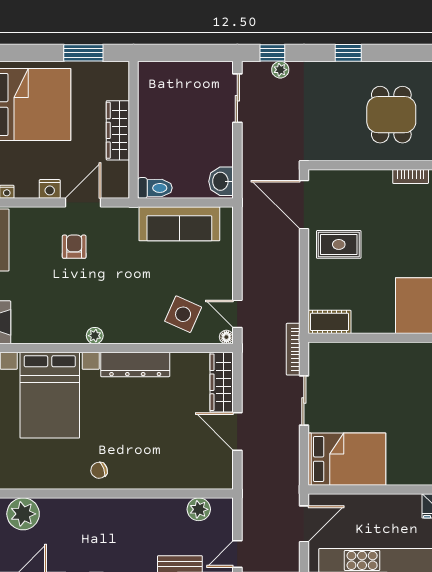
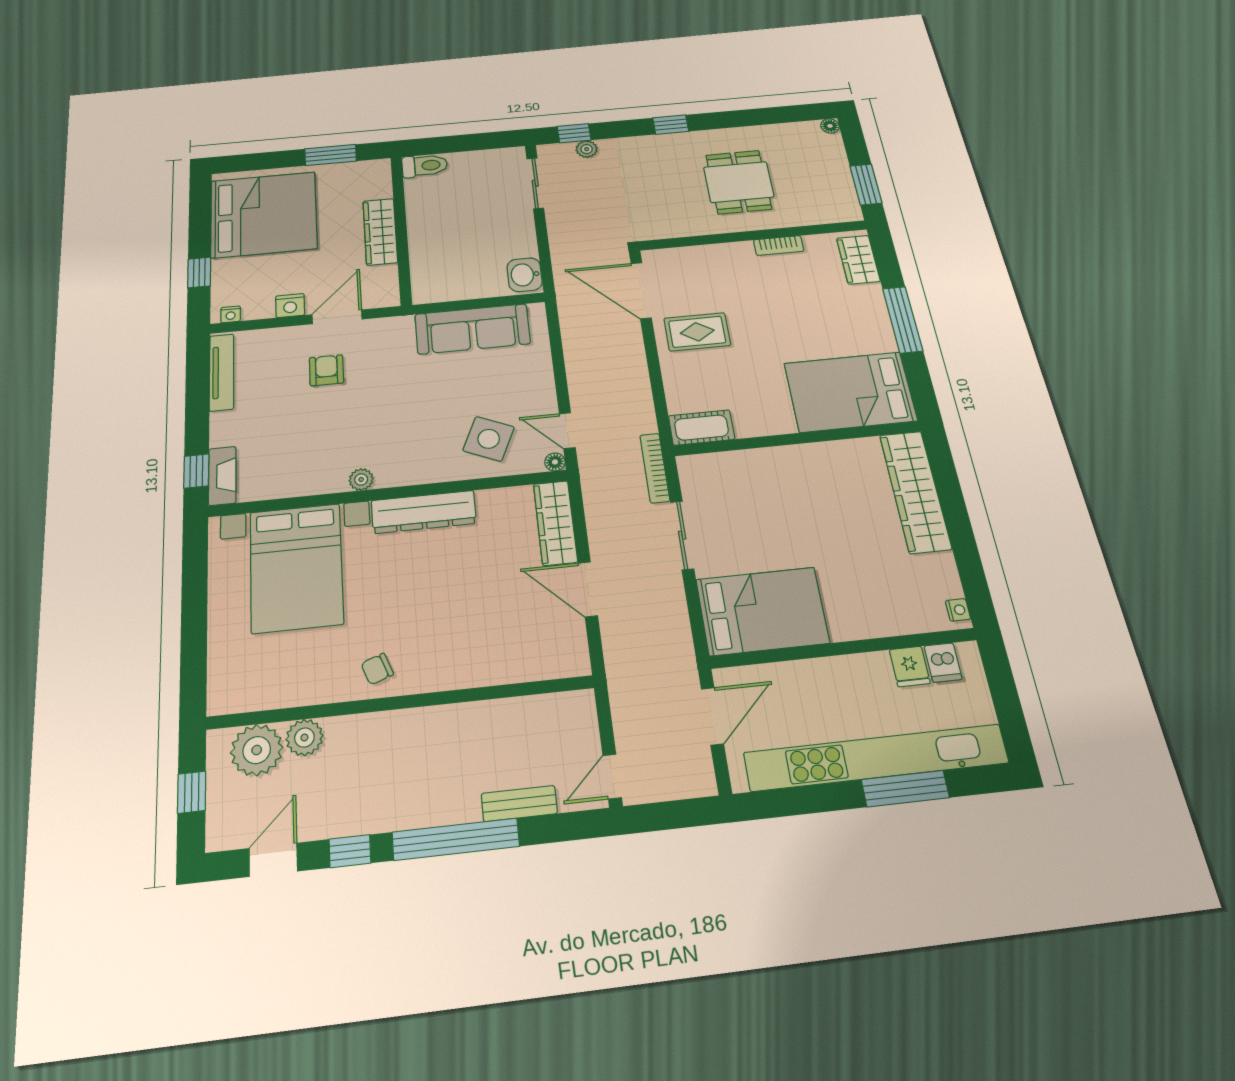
toilet: (155, 188) -> (425, 166), moved
plant: (199, 509) -> (304, 738), moved

